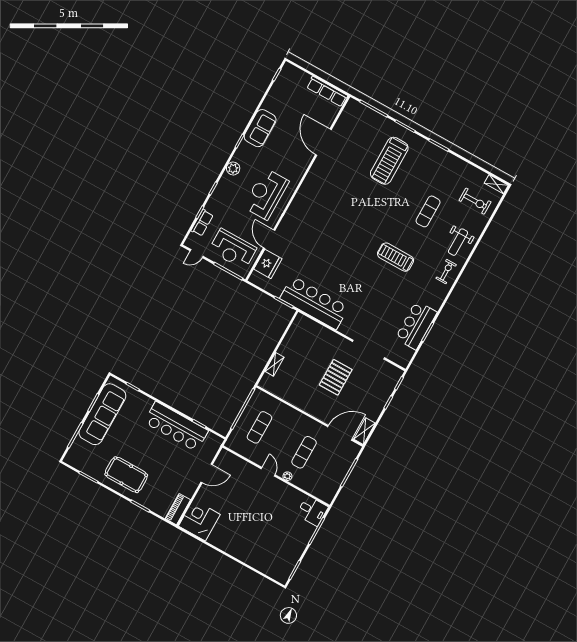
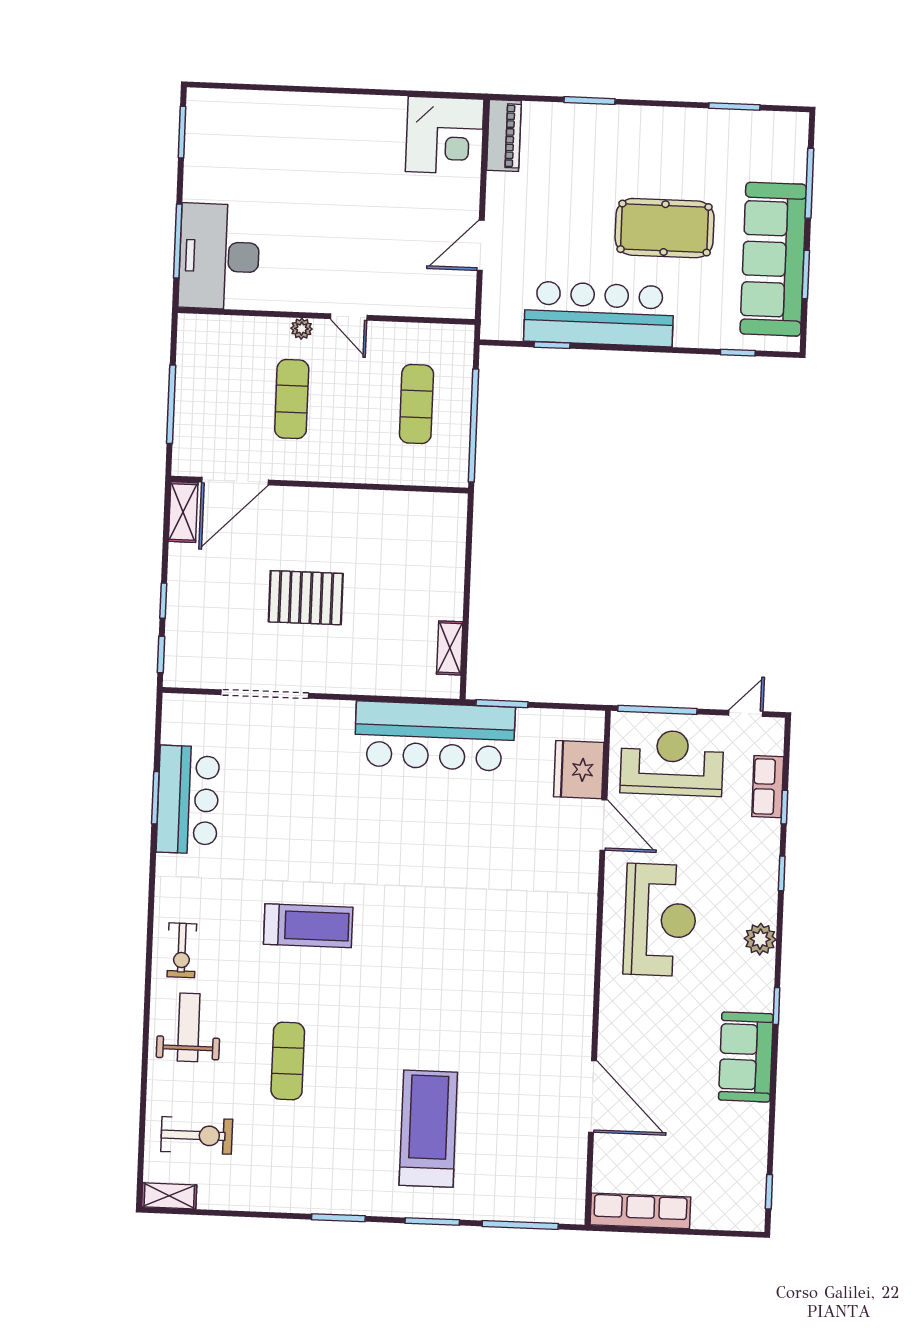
exercise bike: (475, 201) -> (197, 1135), turned 180
shelving: (275, 364) -> (450, 648), moved
pallet: (336, 377) -> (306, 598), turned 90
pool table: (126, 475) -> (665, 228), moved
desk: (312, 511) -> (219, 256), width x1.87, depth x1.30

